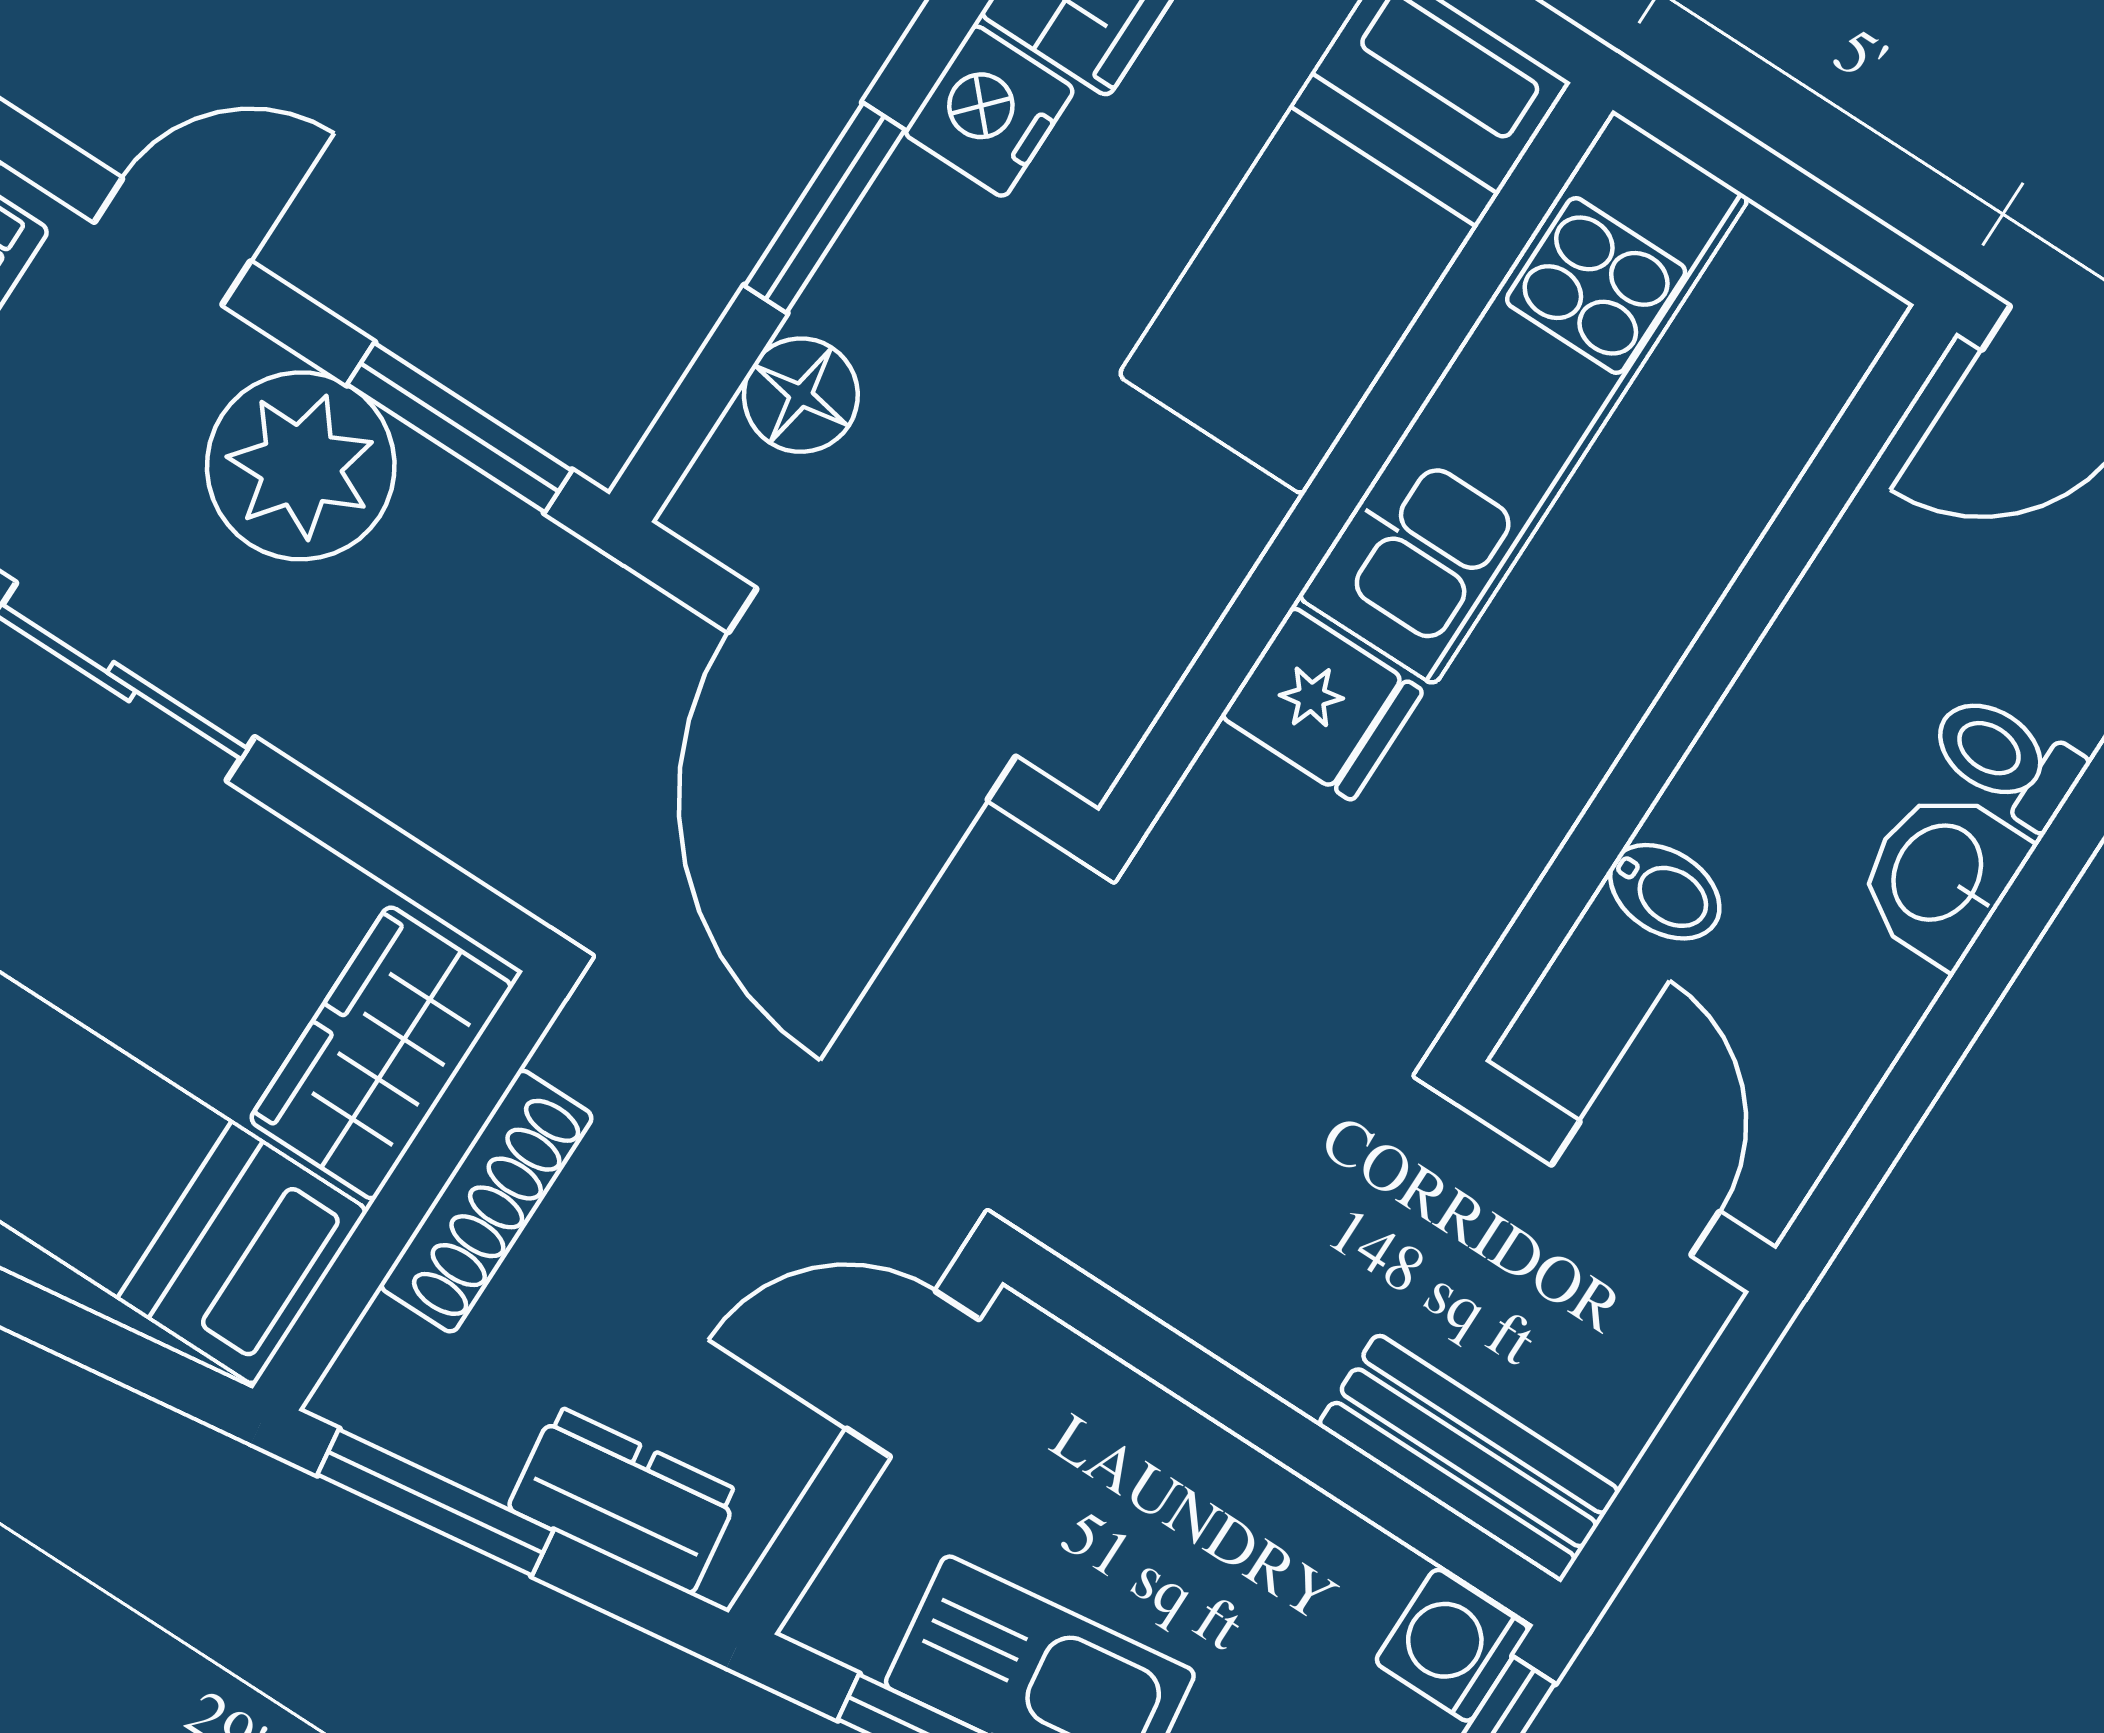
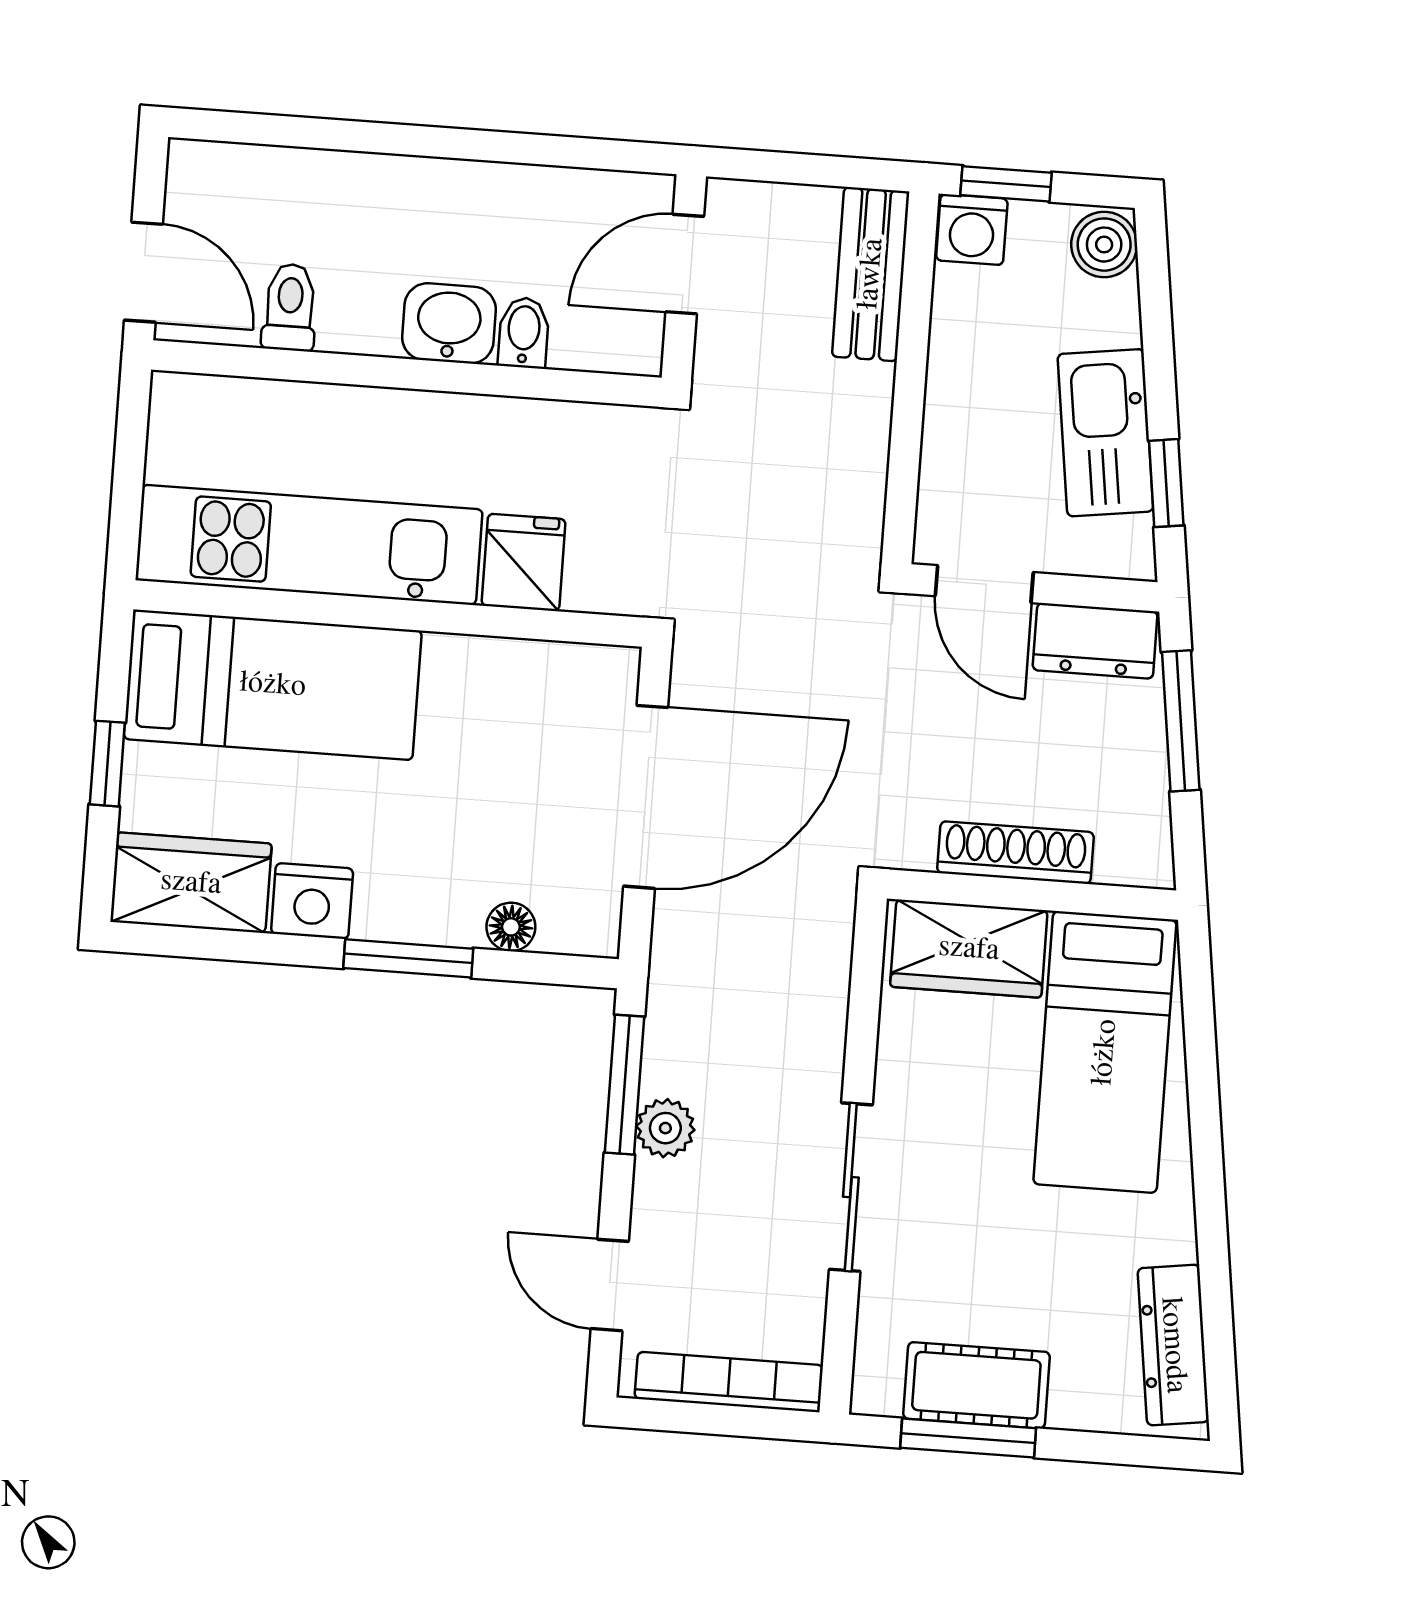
floor lamp: (801, 395) -> (511, 927), width x0.73, depth x0.73
plant: (301, 466) -> (665, 1128), width x0.53, depth x0.53
toilet: (2006, 759) -> (290, 307), moved, turned 180
washbasin: (1941, 875) -> (449, 323), moved, turned 180
dresser: (624, 1500) -> (1095, 641), moved, turned -82
window: (435, 1502) -> (1181, 721), moved

